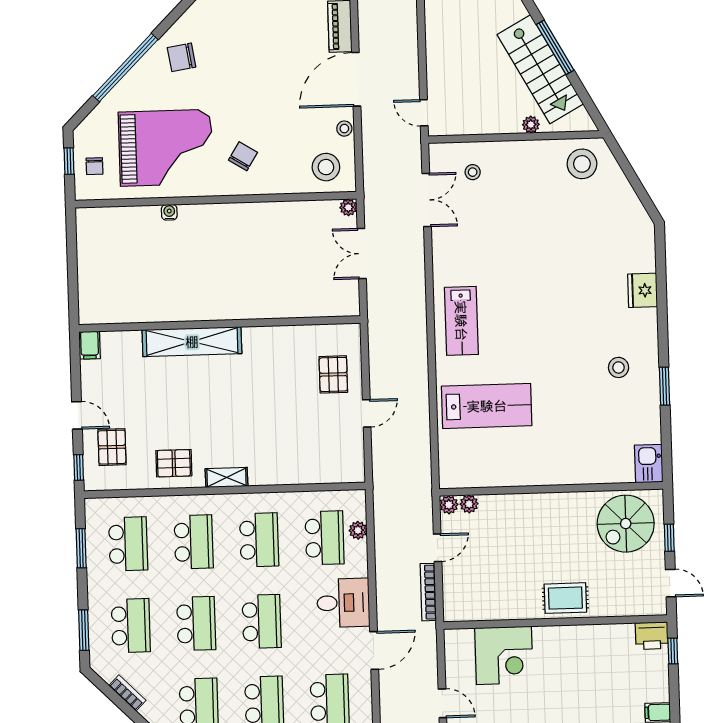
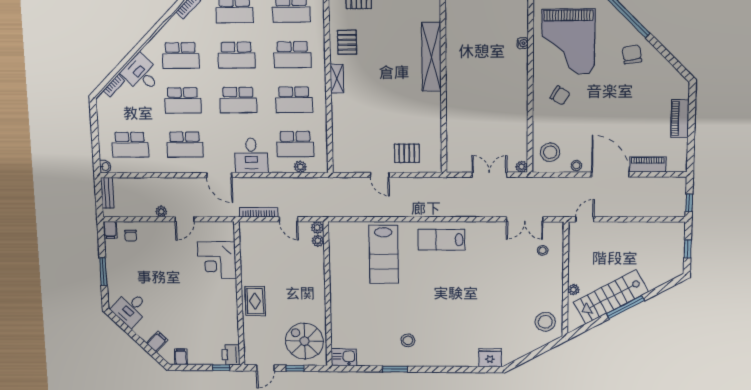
fridge: (643, 290) -> (490, 358), moved

